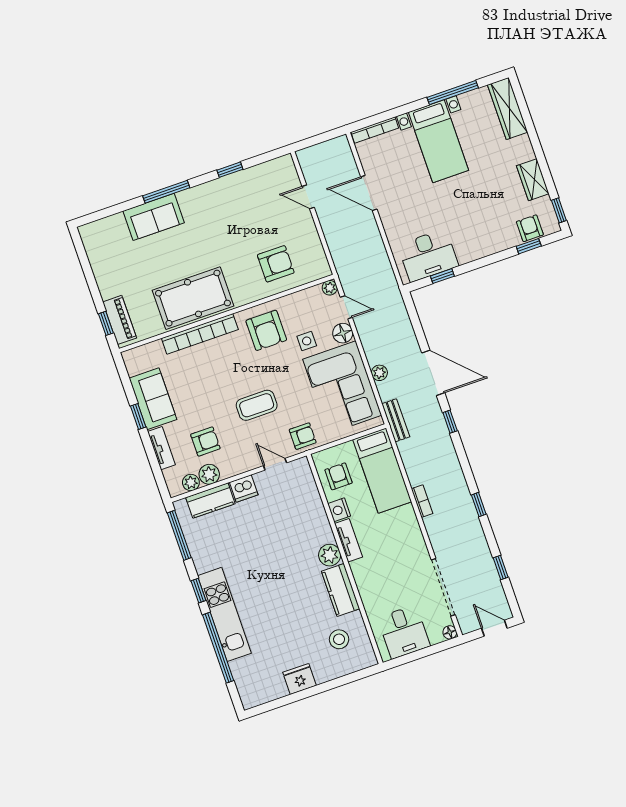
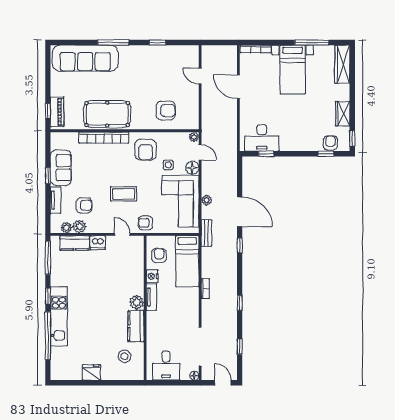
sofa: (154, 217) -> (85, 58), width x1.85, depth x1.27
armchair: (303, 436) -> (145, 223), turned 180

